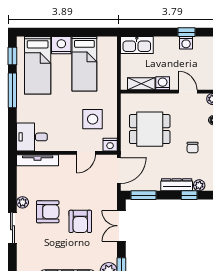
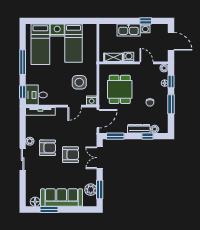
kitchen sink: (137, 45) -> (129, 30), moved
window: (12, 56) -> (23, 92), moved
dining table: (150, 129) -> (120, 89), turned 90
armchair: (80, 221) -> (71, 155), turned -90

